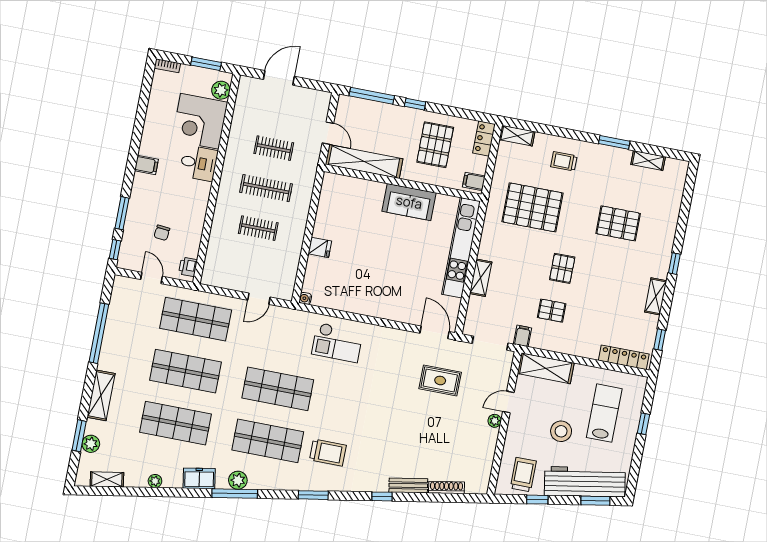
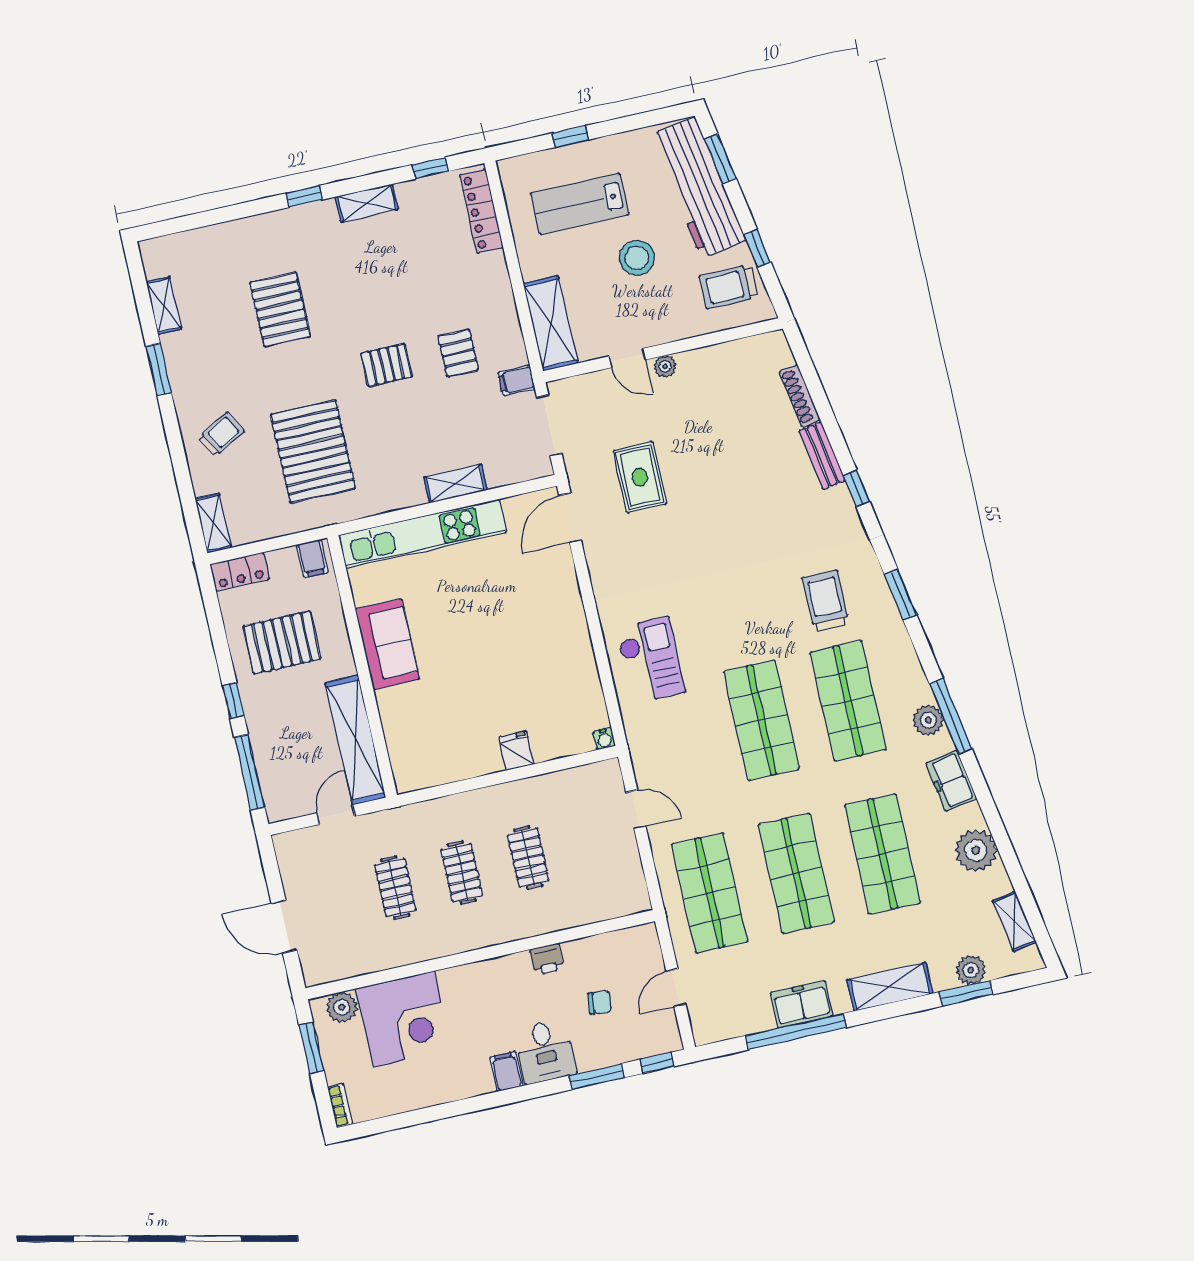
trolley: (564, 161) -> (221, 434), turned -119
desk: (199, 163) -> (545, 1051), moved, turned 180
clothes rail: (266, 188) -> (462, 873), width x0.73
printer: (188, 267) -> (547, 959), moved
freezer: (112, 343) -> (801, 1004), added
plant: (155, 481) -> (976, 850), width x1.87, depth x1.87

